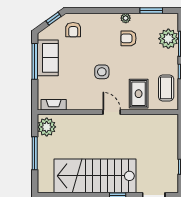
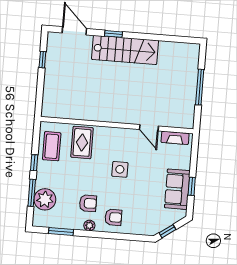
armchair: (73, 30) -> (113, 217), moved, turned 90
window: (35, 61) -> (192, 186), width x0.46
door: (112, 112) -> (149, 128), moved
plant: (47, 127) -> (184, 114), removed
stairs: (95, 176) -> (125, 50), width x0.73, depth x0.66

